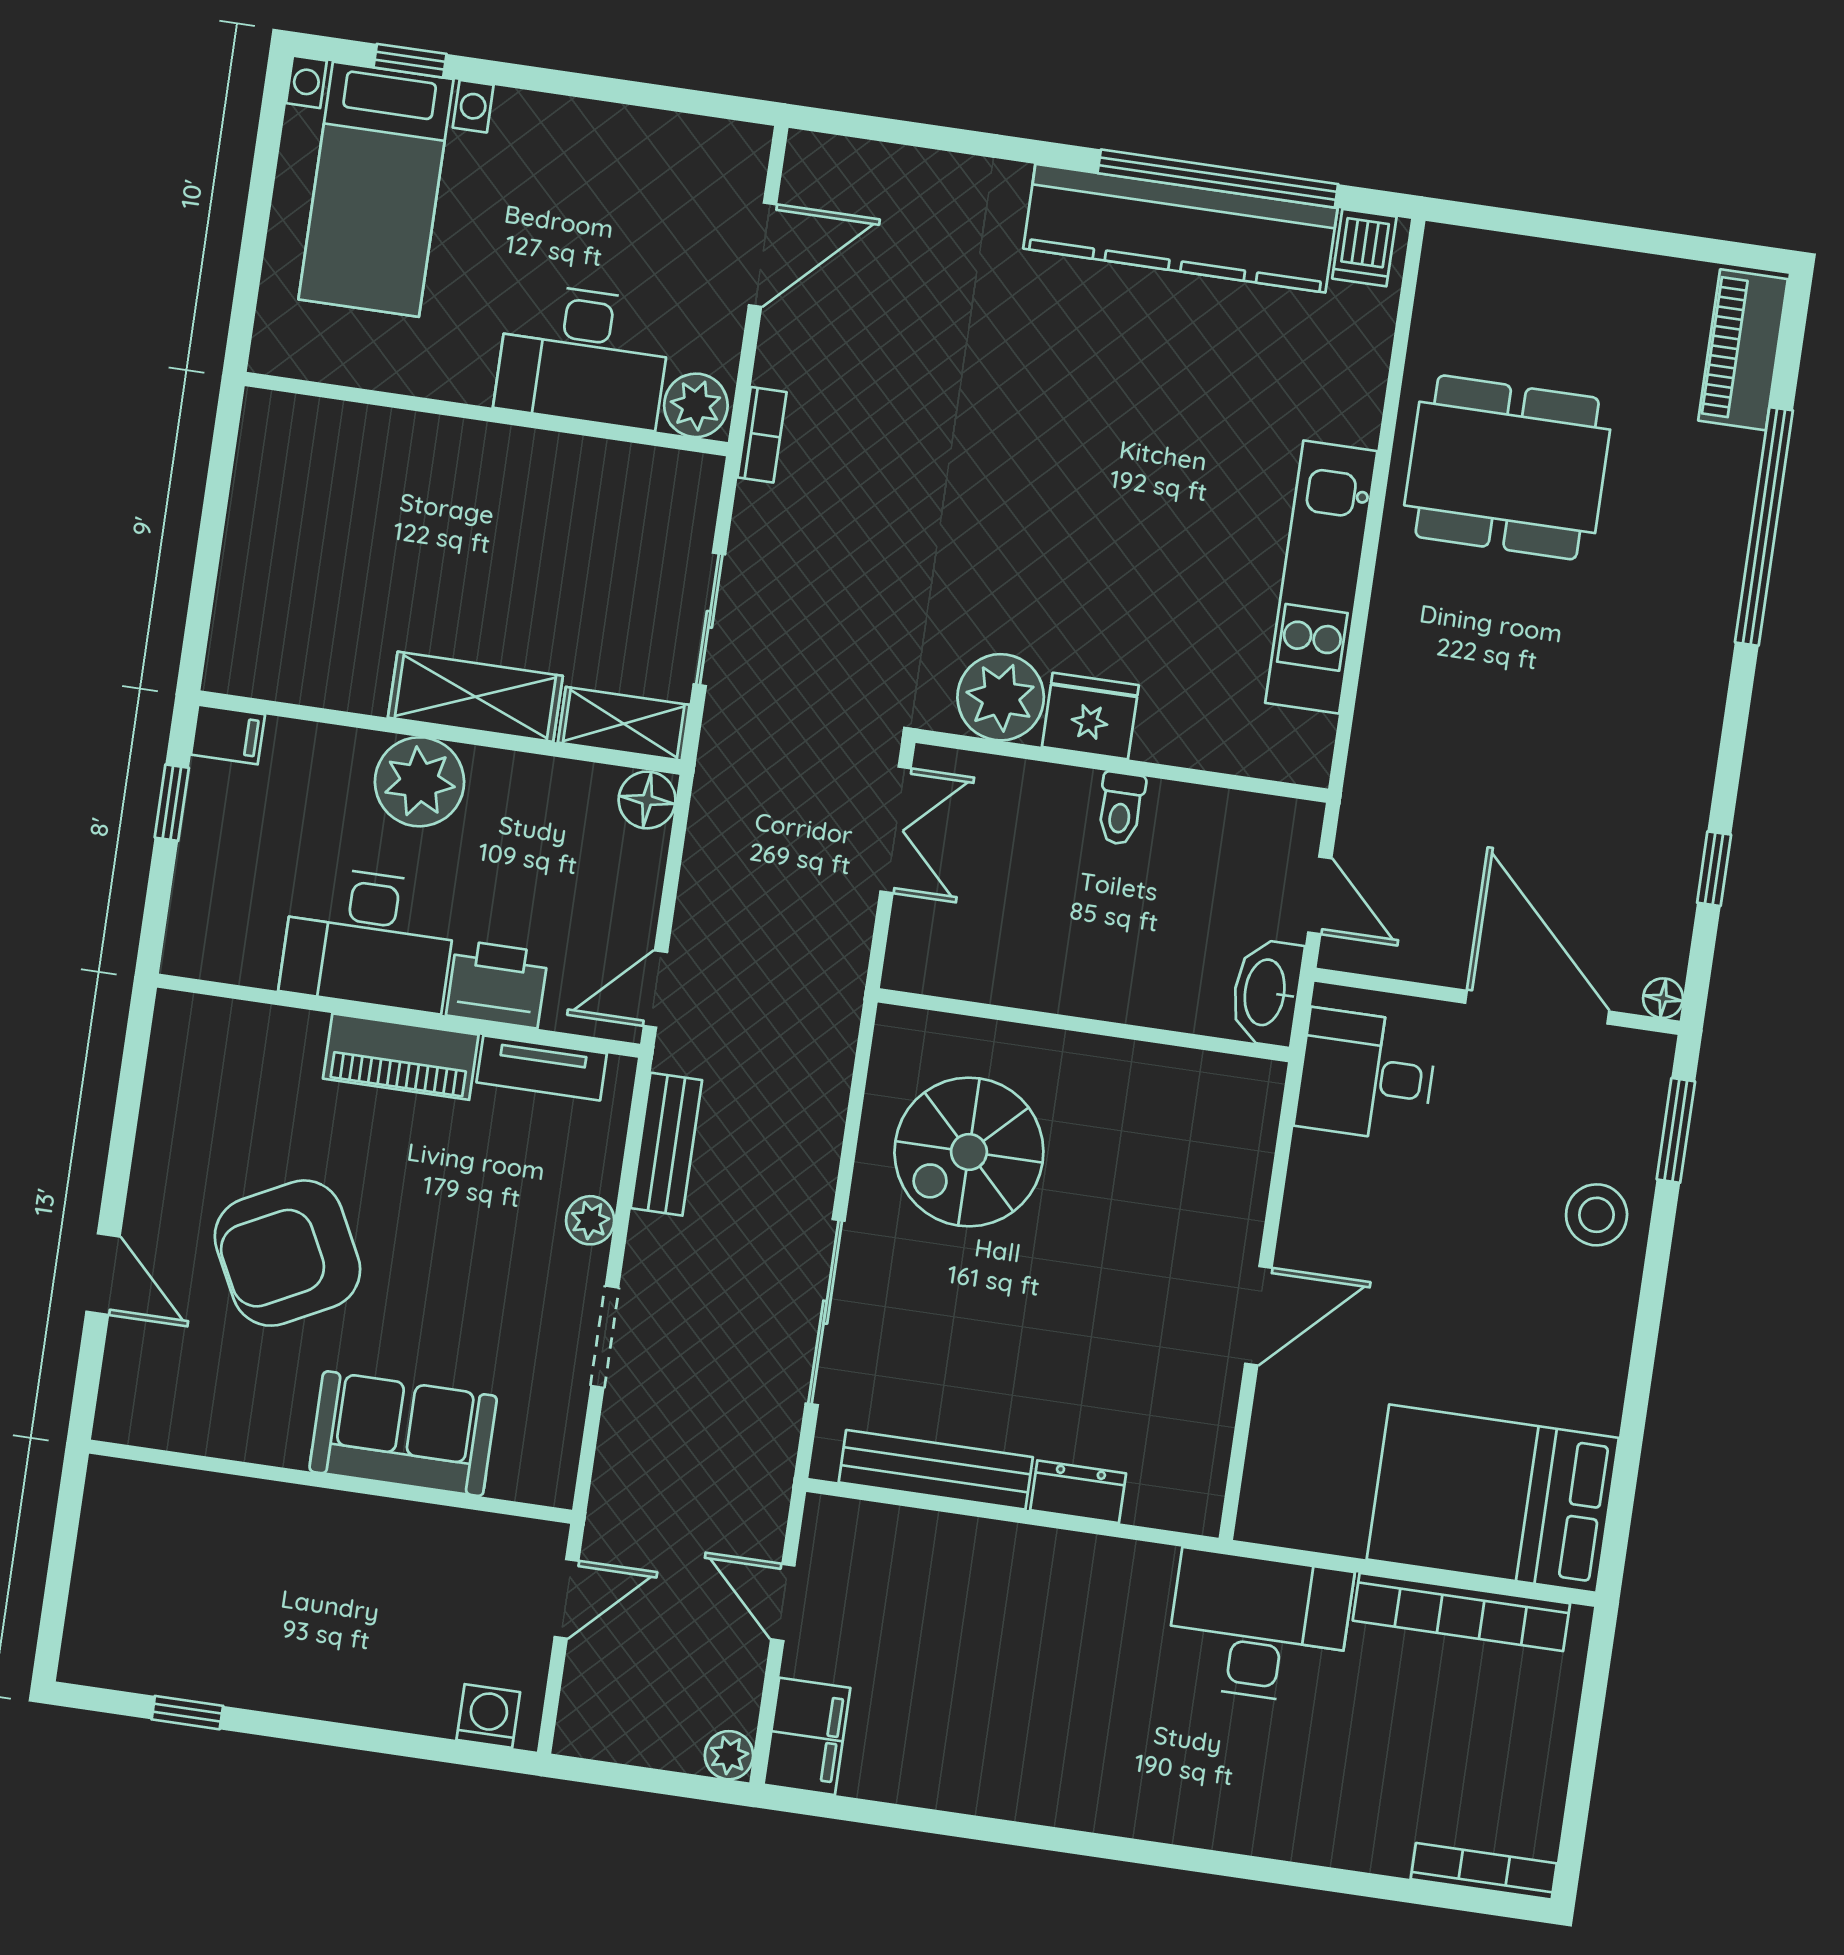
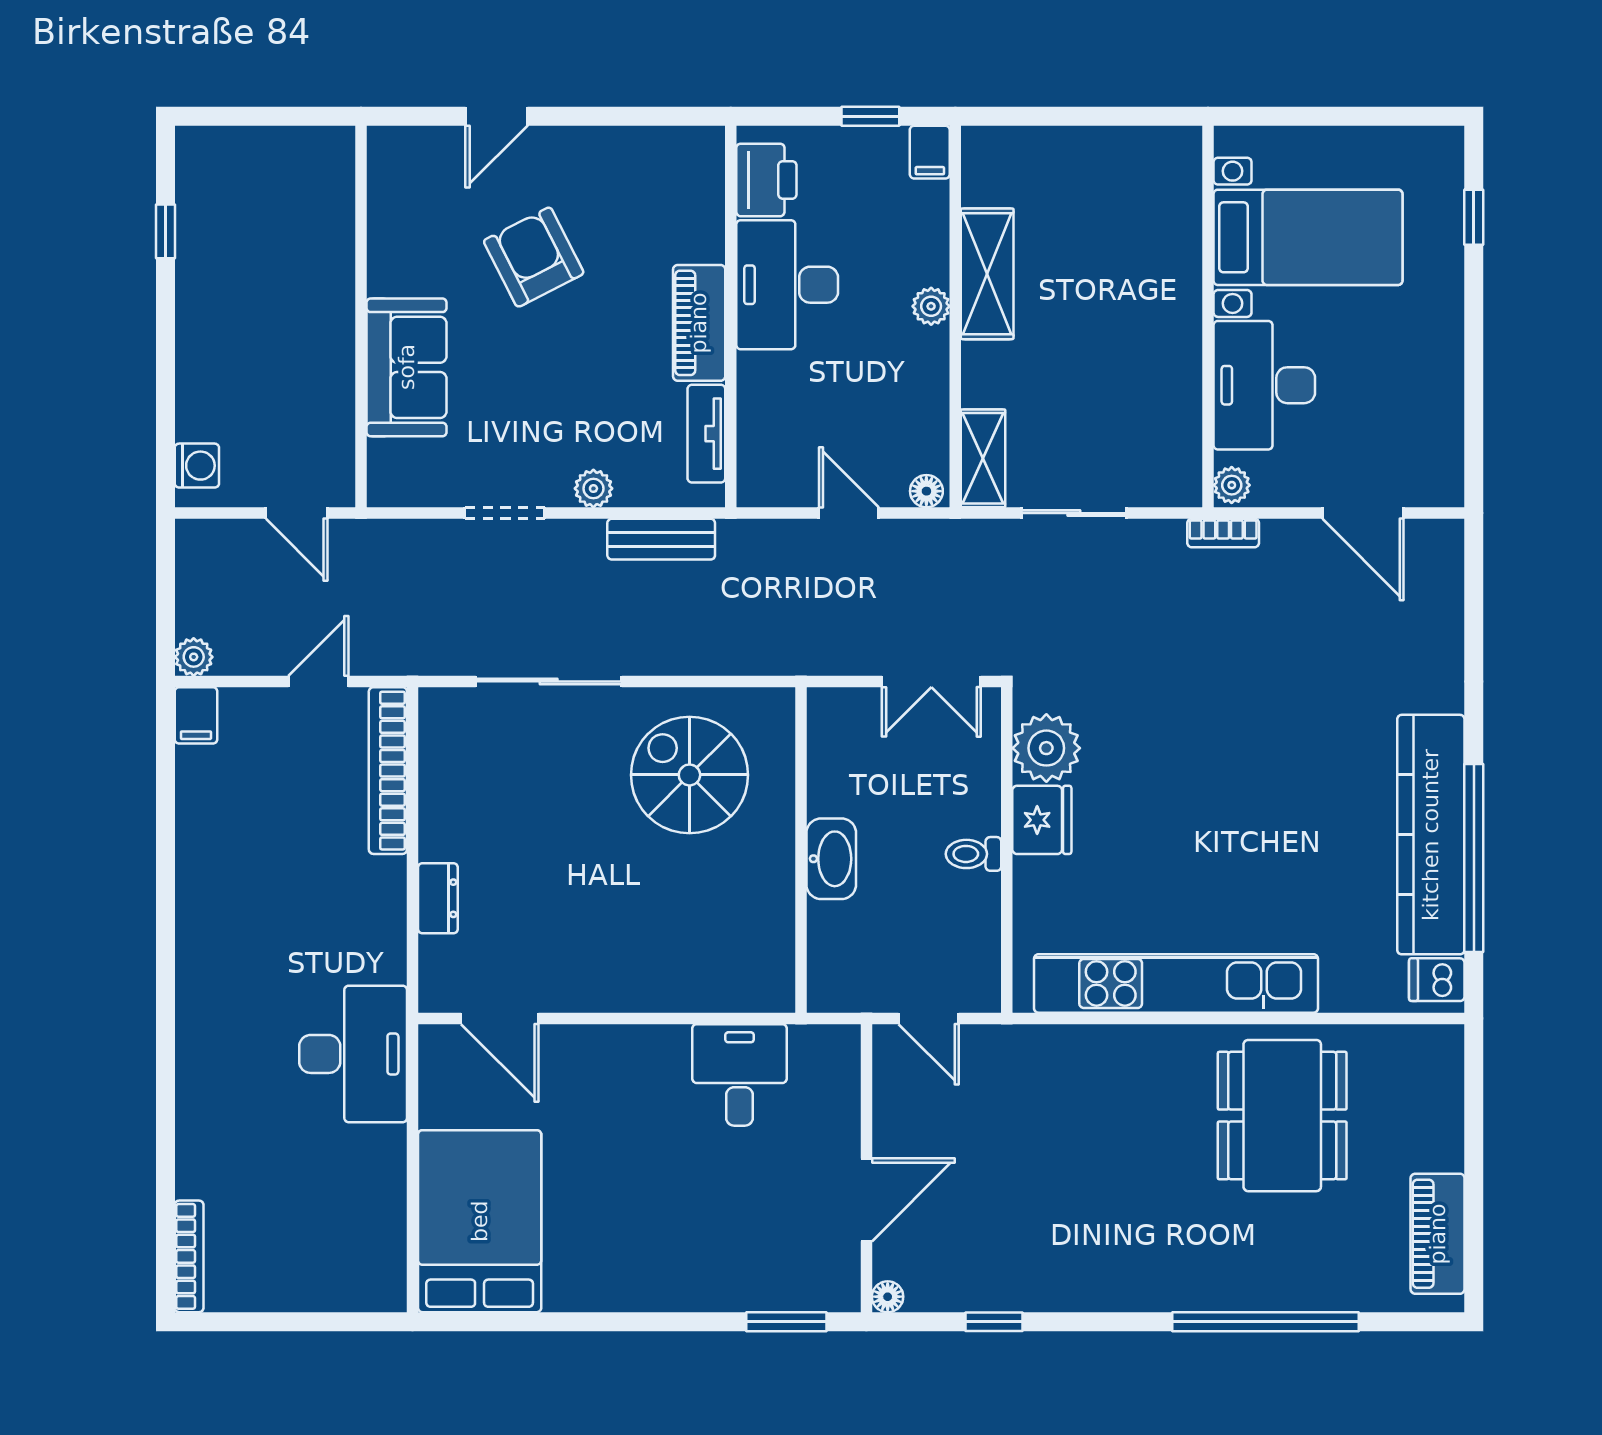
bed with nightstands: (376, 189) -> (1308, 237), moved, turned 180
piano: (1743, 350) -> (1438, 1234), moved, turned -90
plant: (696, 405) -> (1232, 485), width x0.73, depth x0.73
kitchen unit: (1321, 577) -> (1176, 983), width x1.36
shelving: (475, 697) -> (987, 274), moved
plant: (419, 782) -> (931, 306), width x0.53, depth x0.53
floor lamp: (647, 800) -> (926, 491), width x0.73, depth x0.73
door: (1320, 895) -> (929, 1018), hinge flipped
printer: (497, 984) -> (766, 180), moved
door: (655, 989) -> (849, 513), moved
washbasin: (1266, 993) -> (831, 859), moved, turned 90
door: (1537, 1007) -> (866, 1200), width x0.73
desk: (1366, 1075) -> (740, 1075), moved
stool: (1597, 1215) -> (712, 1270), removed
armchair: (287, 1253) -> (534, 257), width x0.73, depth x0.73
door: (1258, 1316) -> (500, 1018), moved
bench: (936, 1470) -> (439, 785), removed
bookcase: (1461, 1612) -> (388, 771), moved
filing cabinet: (807, 1736) -> (196, 715), width x0.50

